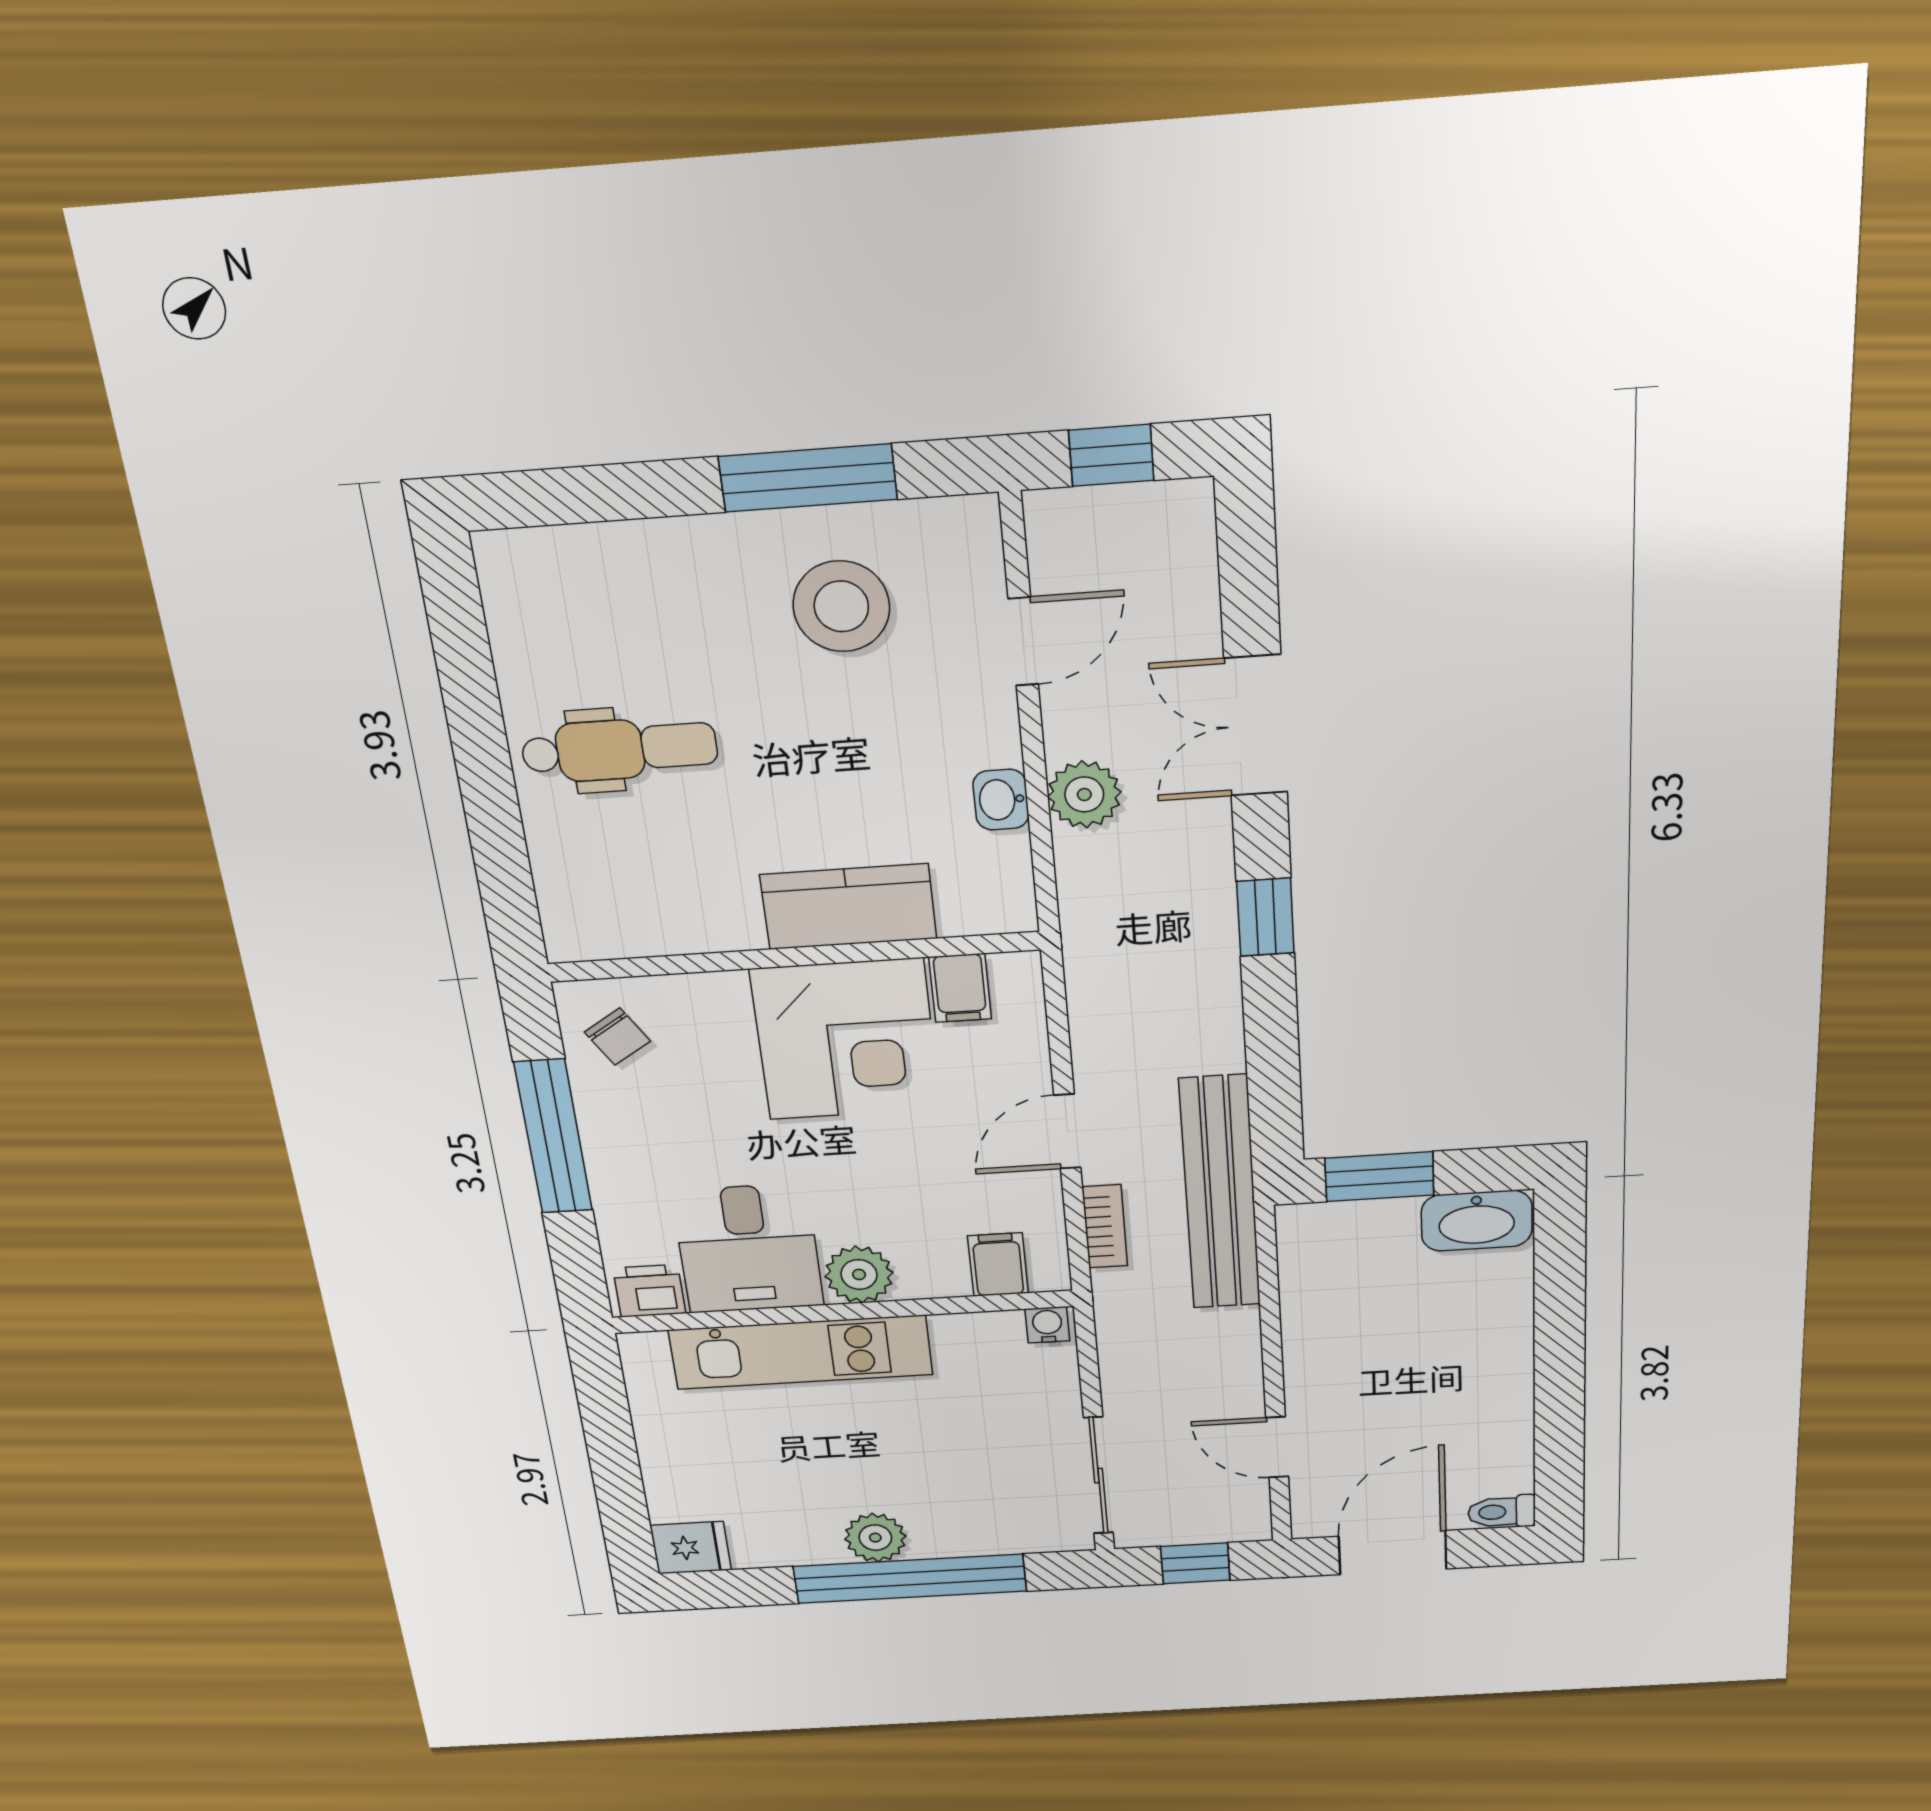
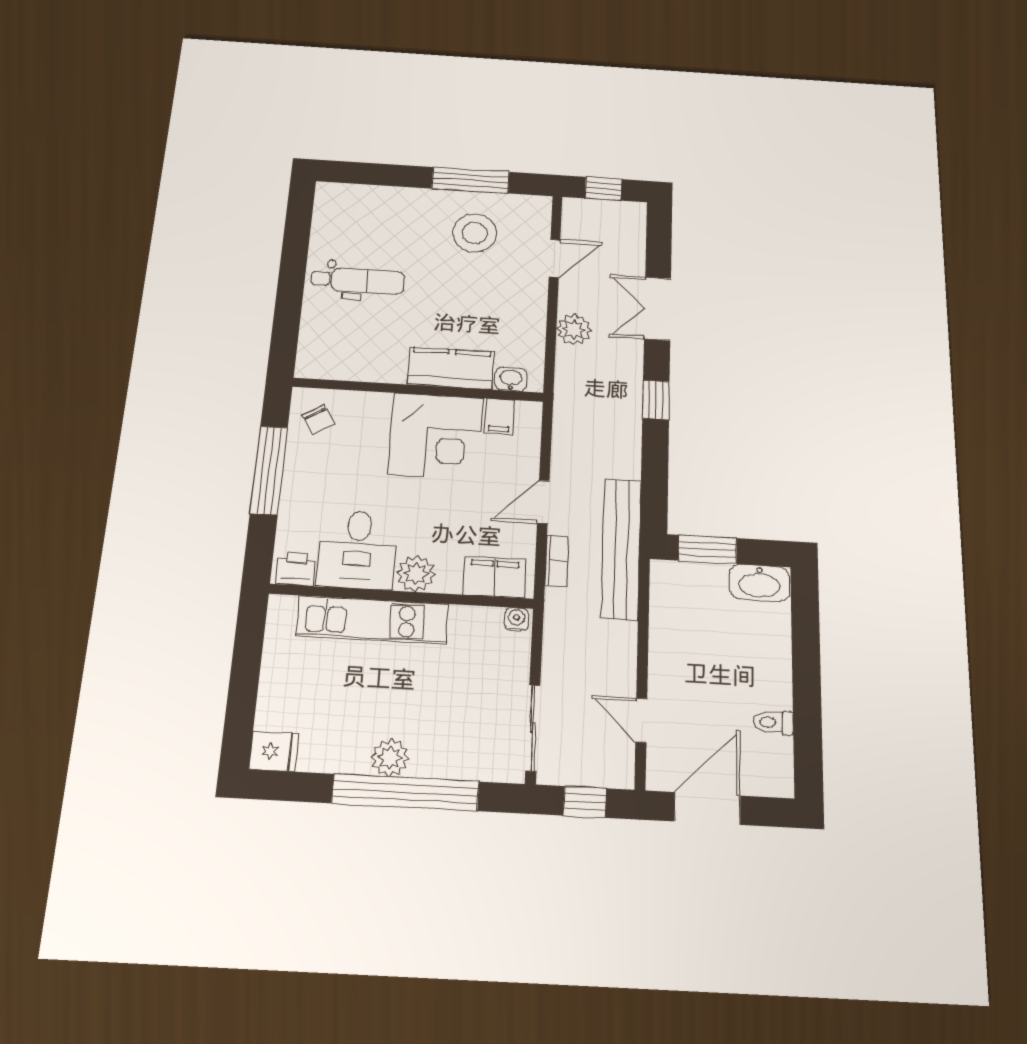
washbasin: (1001, 800) -> (511, 379), moved, turned 90
filing cabinet: (998, 1265) -> (494, 577), width x2.00
toilet: (1502, 1512) -> (773, 722), moved

